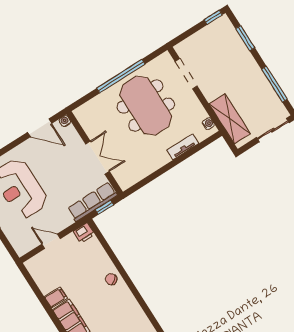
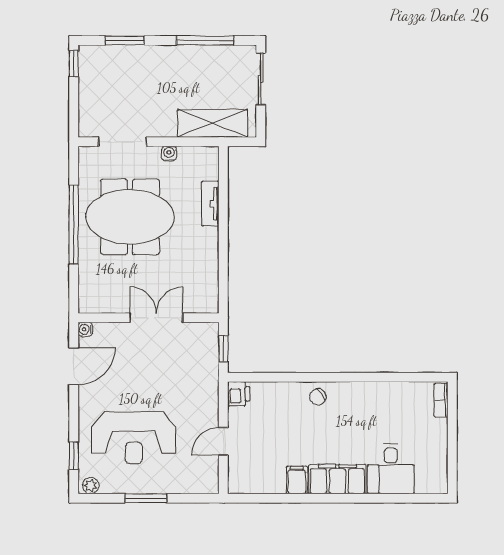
water cooler: (208, 124) -> (169, 154), moved
row of seats: (92, 202) -> (207, 359), removed

